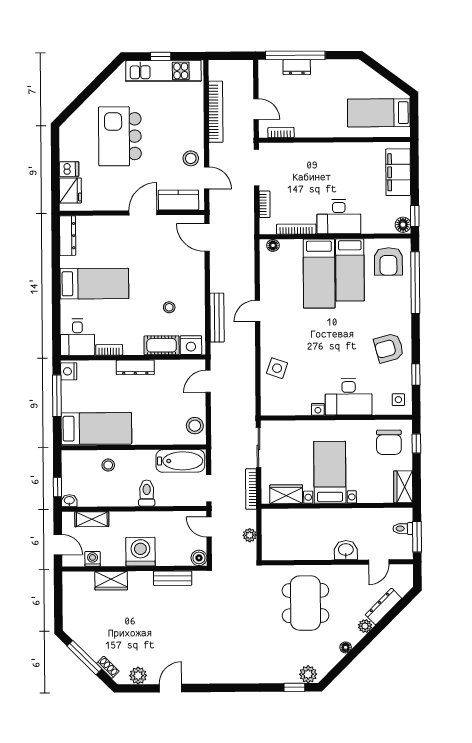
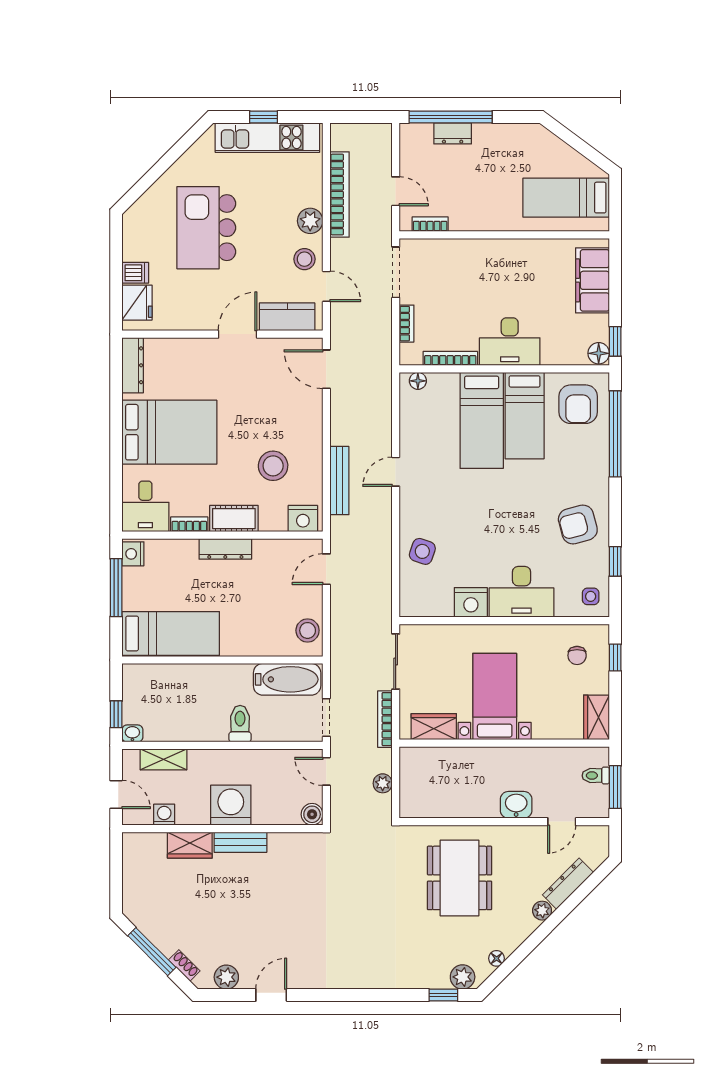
plant: (195, 131) -> (310, 221), added
bed: (94, 284) -> (169, 432), width x1.50
stool: (169, 307) -> (273, 466), width x1.89, depth x1.89
cot: (162, 345) -> (234, 519), moved
nightstand: (318, 409) -> (471, 602), width x1.89, depth x1.79
chair: (389, 442) -> (577, 655), width x0.54, depth x0.54
stool: (108, 465) -> (187, 684), removed
bench: (173, 578) -> (240, 842), moved
floor lamp: (346, 647) -> (497, 958), moved

